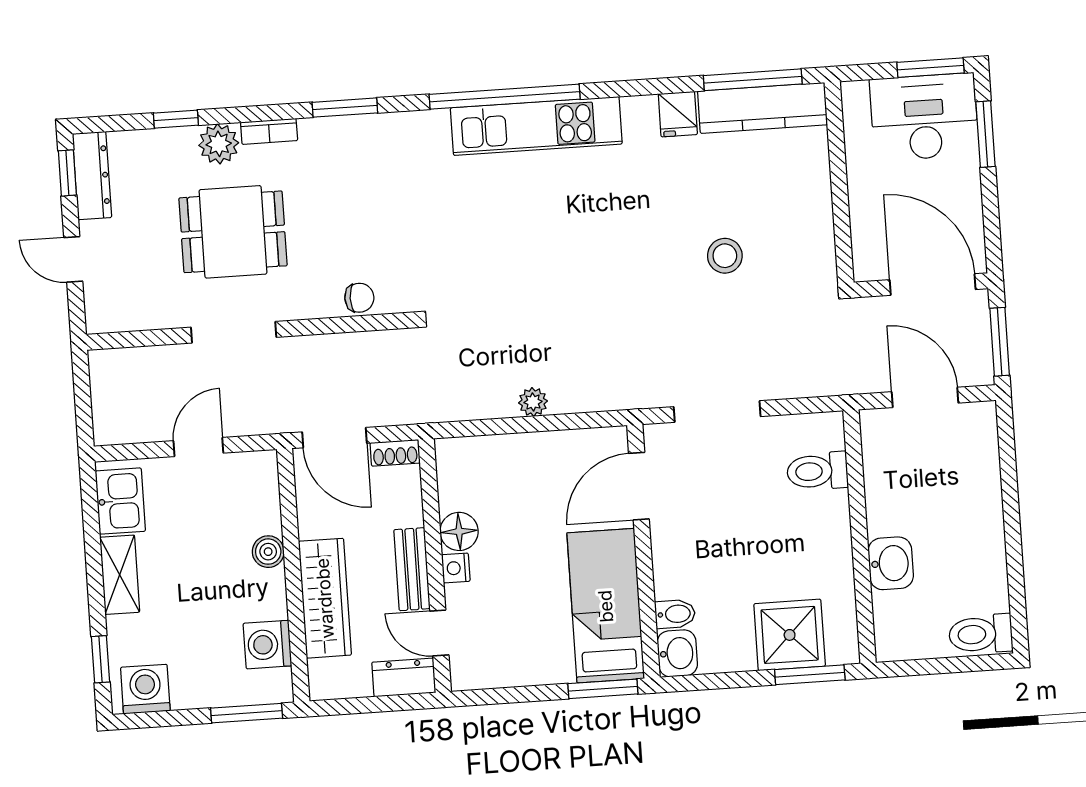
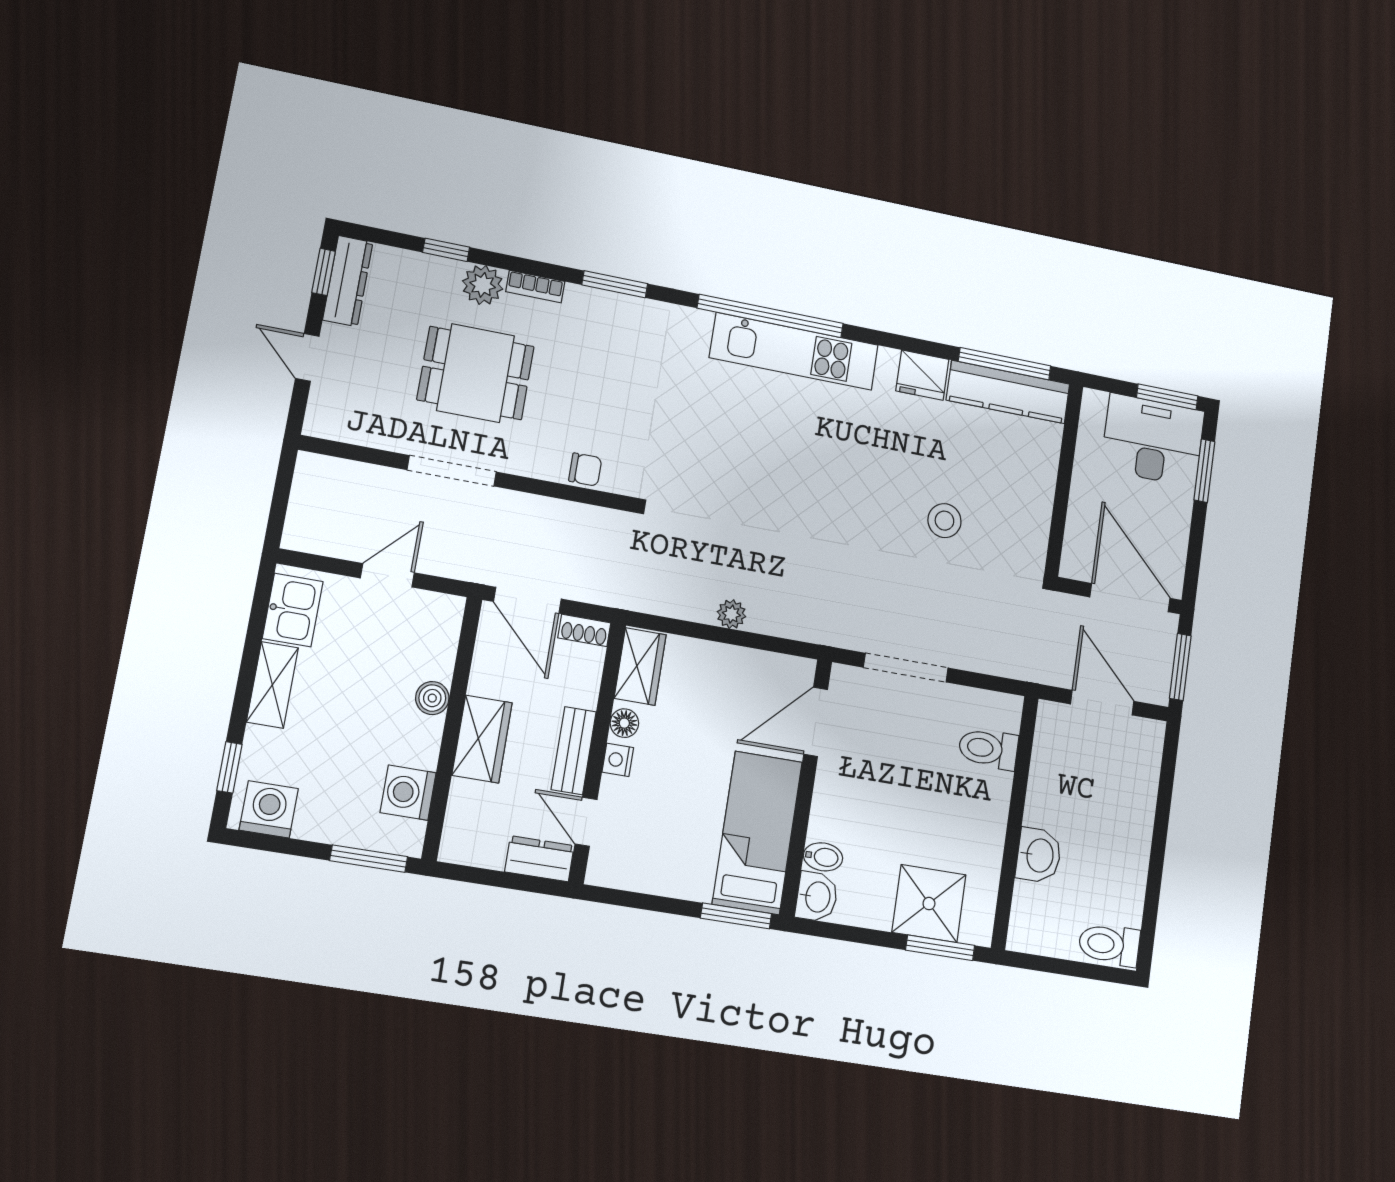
fridge: (678, 114) -> (922, 375), width x1.38
wardrobe: (456, 474) -> (640, 666), added
floor lamp: (459, 531) -> (624, 723), width x0.73, depth x0.73
wardrobe: (325, 598) -> (482, 739), width x0.67

